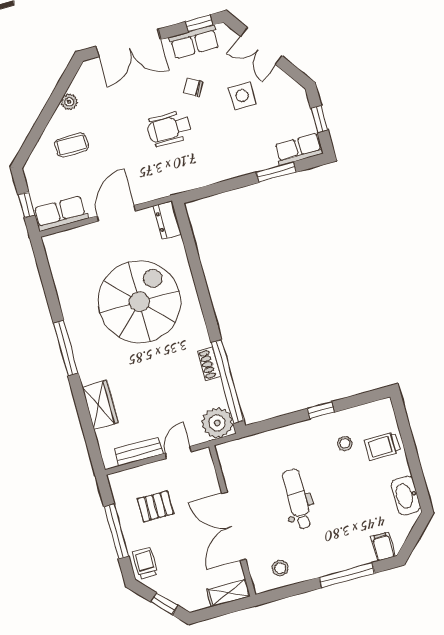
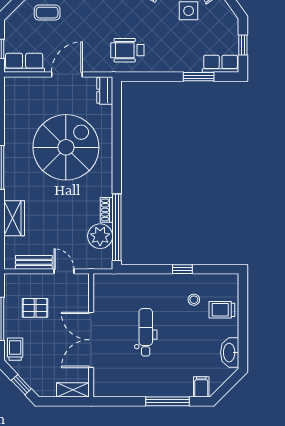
wheelchair: (169, 128) -> (127, 50), moved
plant: (217, 423) -> (100, 236), moved
door: (178, 452) -> (64, 271), hinge flipped
stool: (280, 568) -> (118, 382), removed

